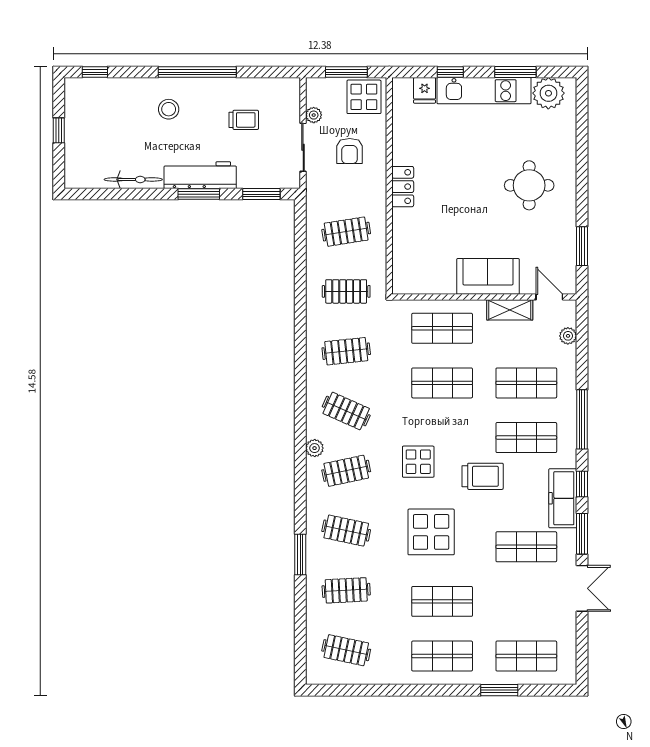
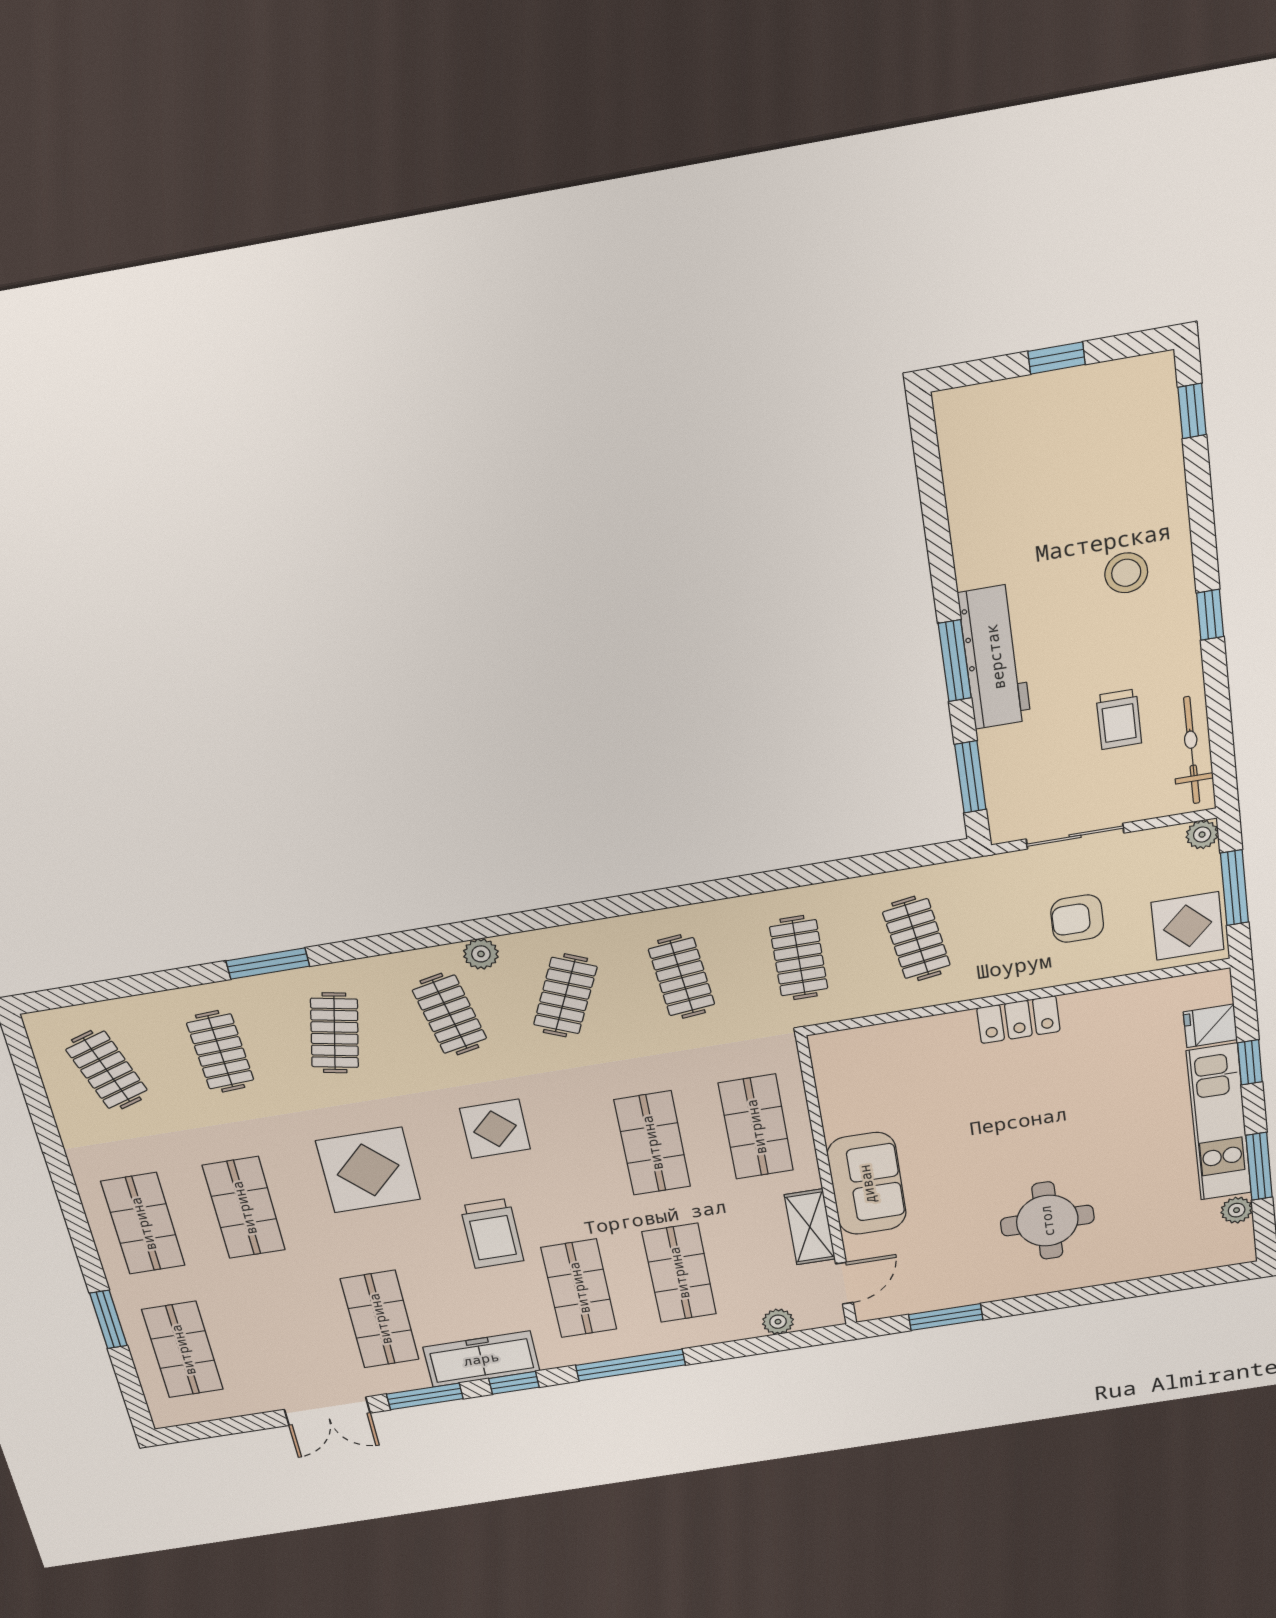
window: (197, 72) -> (1210, 615), width x0.32
plant: (548, 93) -> (1237, 1210), width x0.53, depth x0.53
plant: (314, 115) -> (1202, 835), moved
bicycle: (133, 179) -> (1192, 750), moved, turned 180
clothes rail: (346, 650) -> (107, 1070), turned -30

